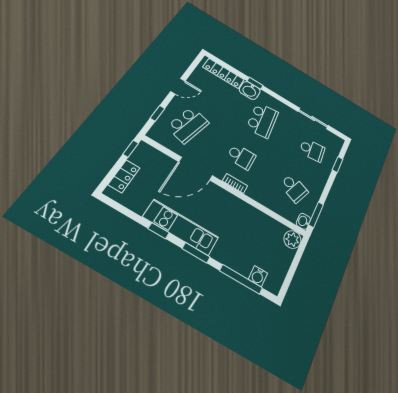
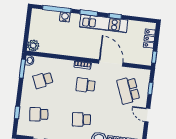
door: (178, 86) -> (147, 115), hinge flipped
school desk: (262, 120) -> (81, 119), width x0.54
school desk: (188, 125) -> (128, 90), turned -36
door: (196, 169) -> (111, 63), hinge flipped
school desk: (294, 188) -> (43, 80), turned -45
water cooler: (258, 276) -> (65, 17), moved

